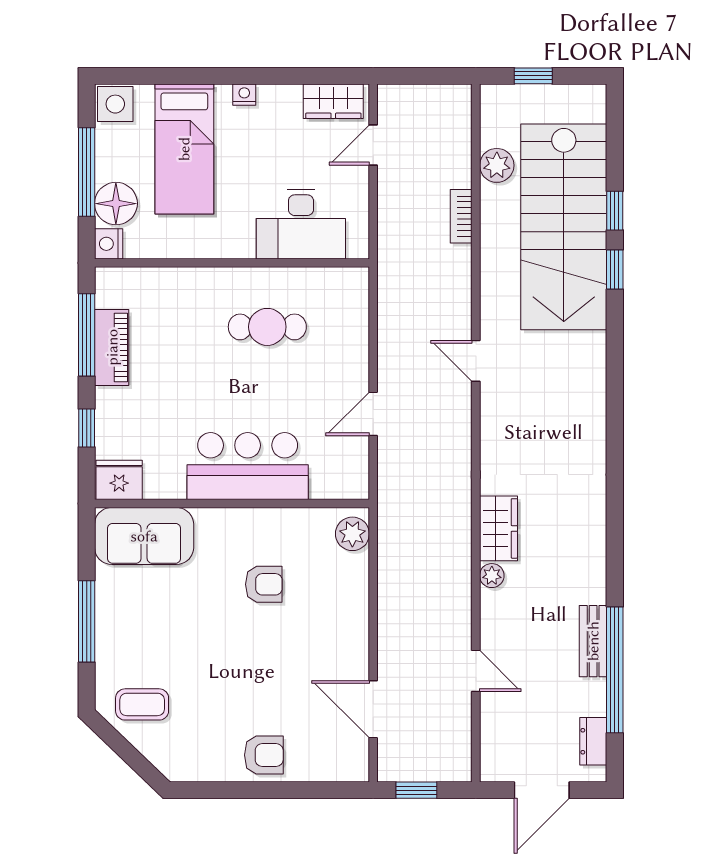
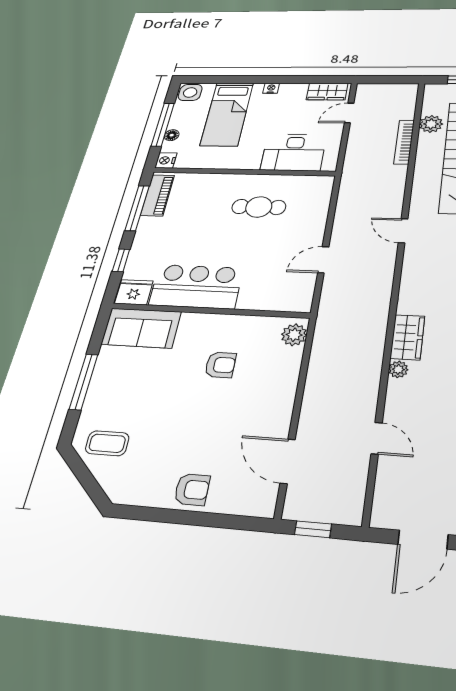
floor lamp: (116, 204) -> (172, 135), width x0.53, depth x0.53
bookcase: (461, 216) -> (404, 142), width x1.56
piano: (112, 347) -> (157, 195), moved
bar counter: (248, 466) -> (196, 286), moved

